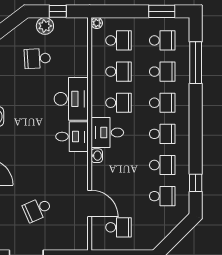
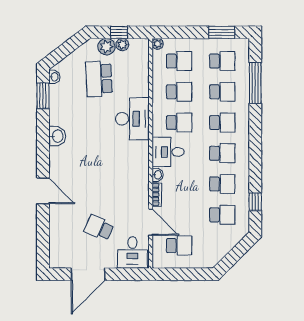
plant: (61, 24) -> (122, 45), added
school desk: (37, 58) -> (99, 79), width x1.85
desk: (72, 137) -> (132, 252), moved, turned 90
bookcase: (96, 176) -> (157, 195), added
school desk: (37, 209) -> (99, 228), turned 48

